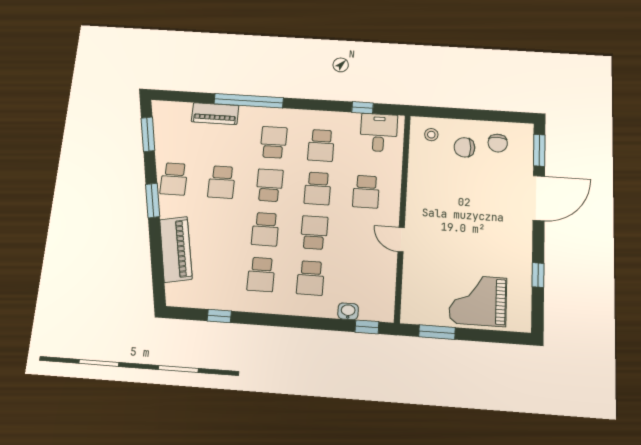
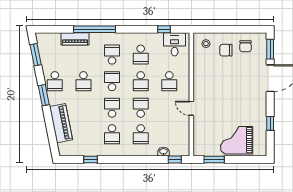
school desk: (265, 229) -> (112, 108), turned 180

